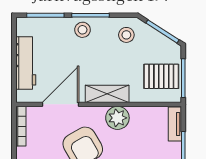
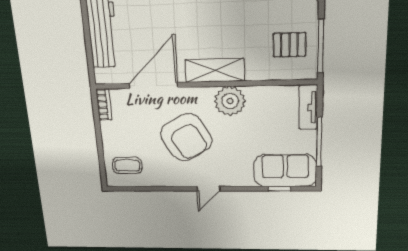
pallet: (161, 76) -> (289, 45), width x0.67, depth x0.71
bookcase: (21, 126) -> (104, 105), width x0.64

